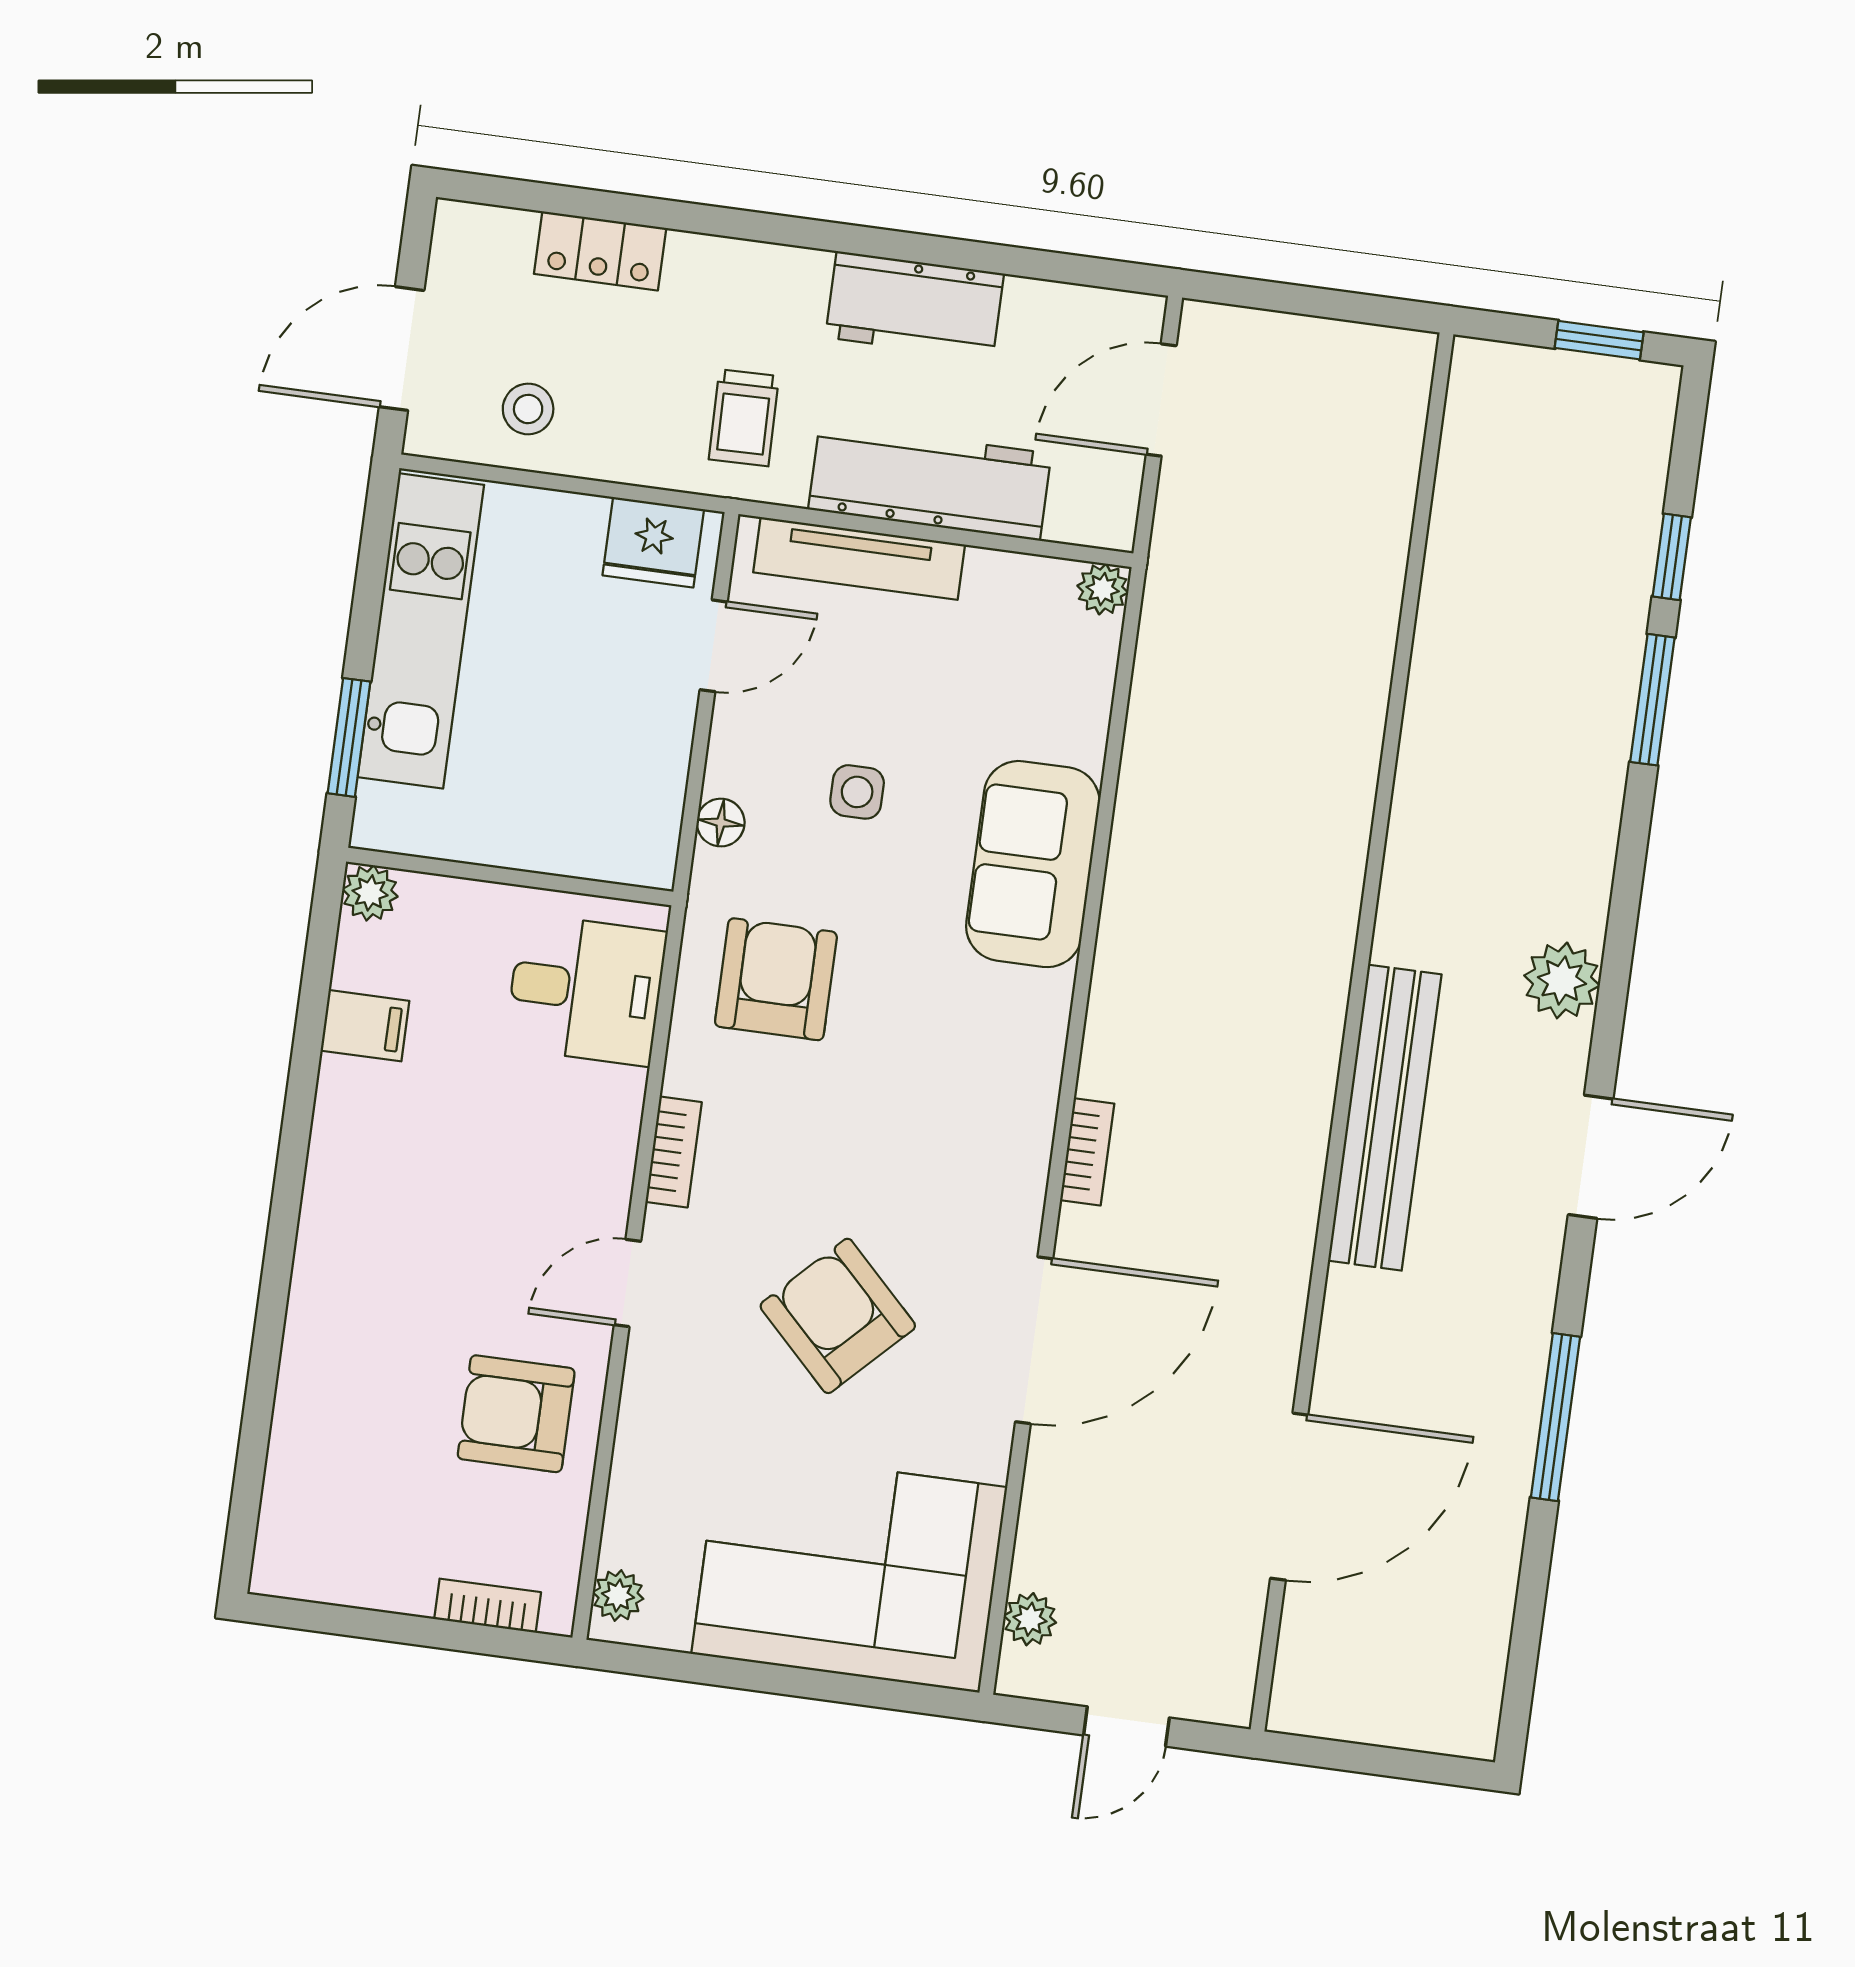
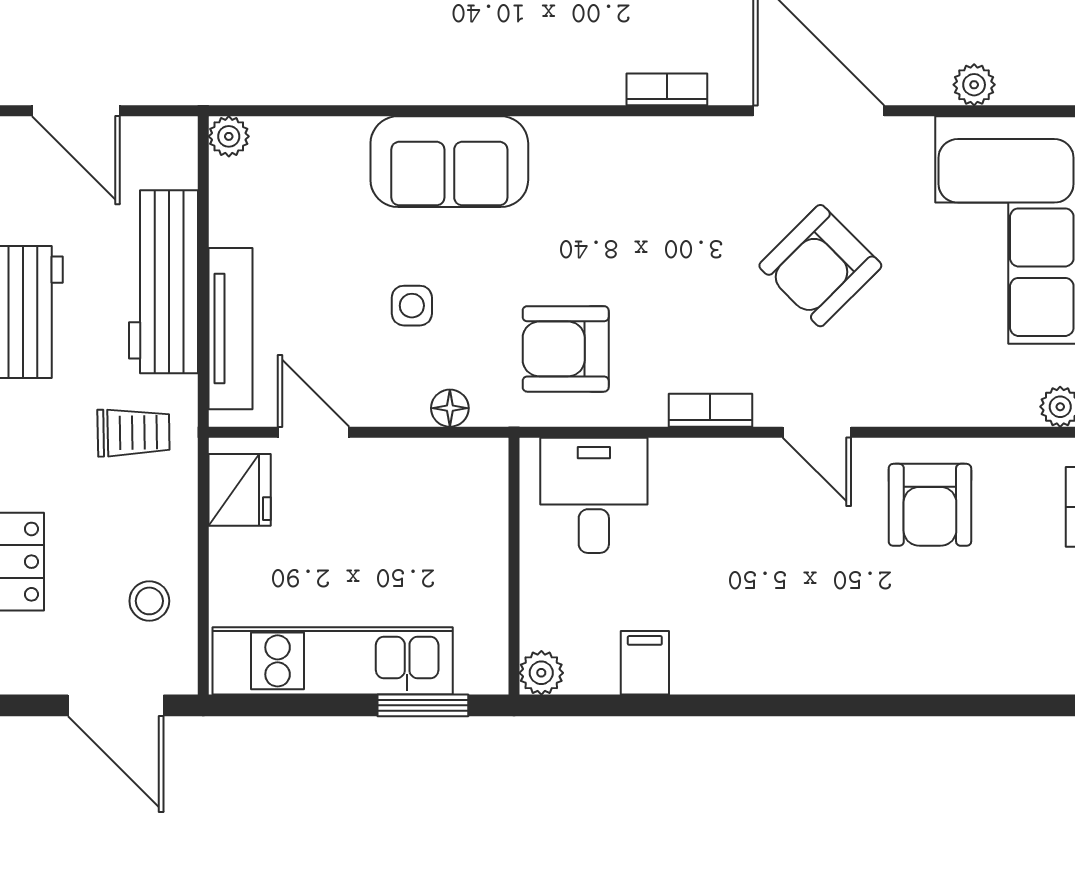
plant: (1030, 1619) -> (974, 85), moved

